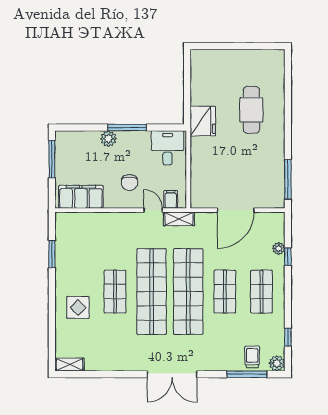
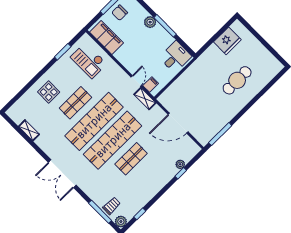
fridge: (203, 121) -> (227, 41), moved
chair: (129, 182) -> (120, 13), moved
checkout: (86, 237) -> (89, 60), added
shop shelf: (261, 292) -> (150, 177), removed
shelving: (69, 365) -> (29, 130), moved

